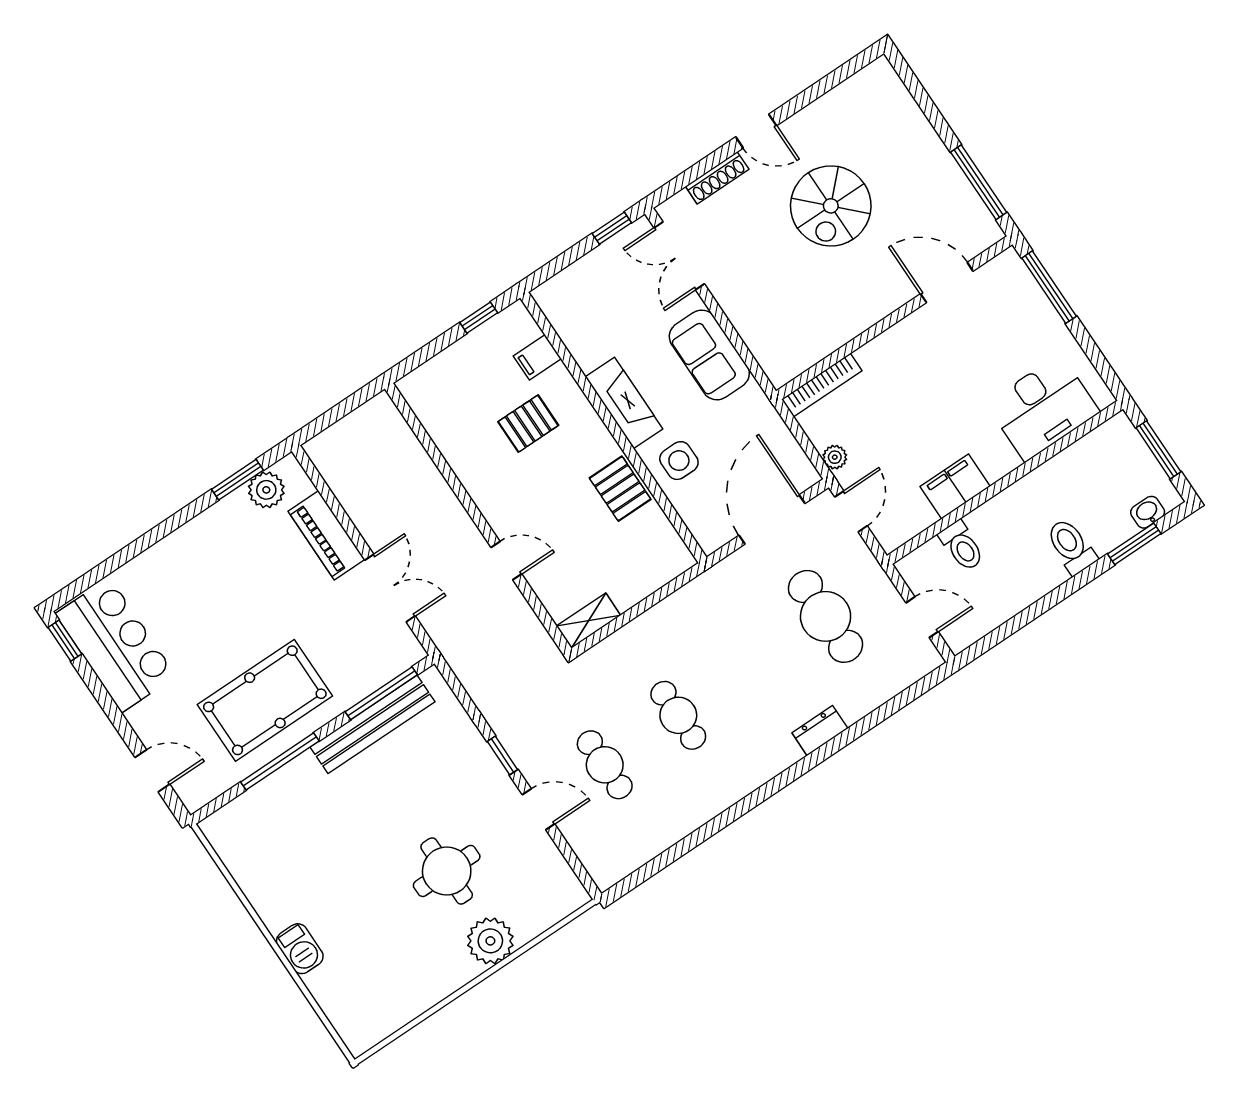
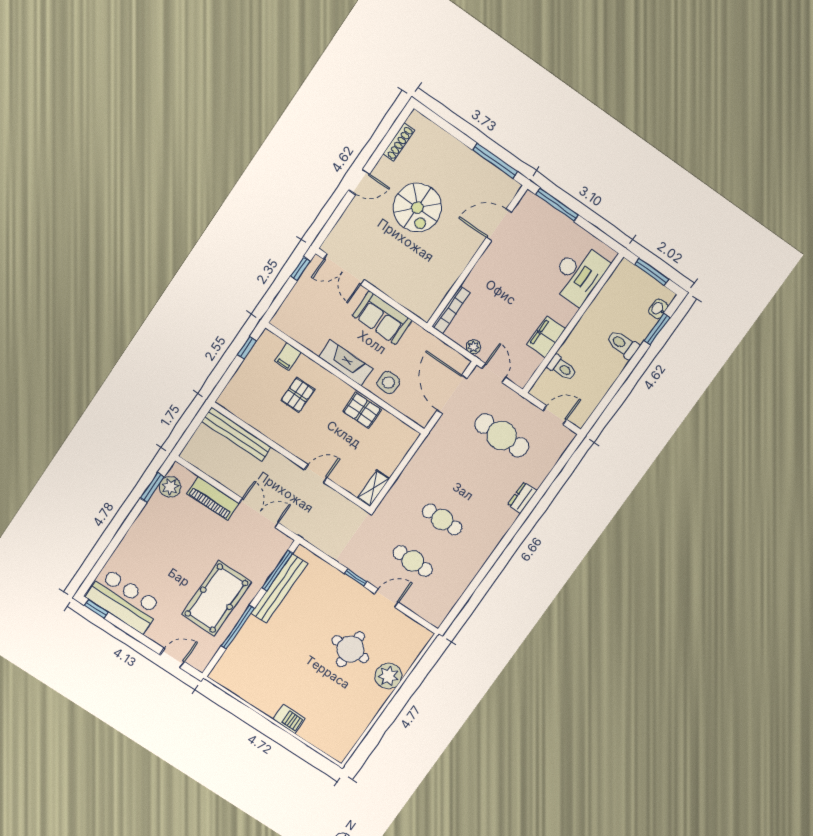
shoe rack: (717, 178) -> (399, 142), moved
bench: (406, 448) -> (237, 434), added

